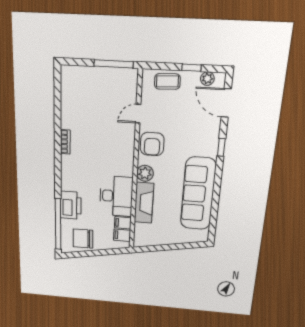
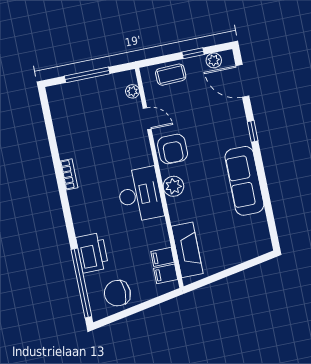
window: (114, 64) -> (87, 75), moved
plant: (132, 87) -> (132, 91), added
door: (138, 114) -> (147, 119), swing flipped
sofa: (198, 194) -> (244, 181), width x0.74, depth x0.79
desk: (116, 196) -> (140, 195), moved
fireplace: (144, 203) -> (187, 250), moved

